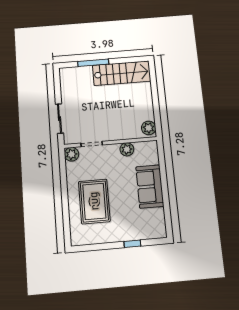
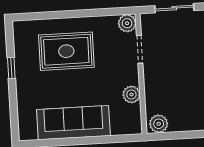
sofa: (150, 186) -> (73, 123), width x1.36
window: (132, 244) -> (11, 68), moved

